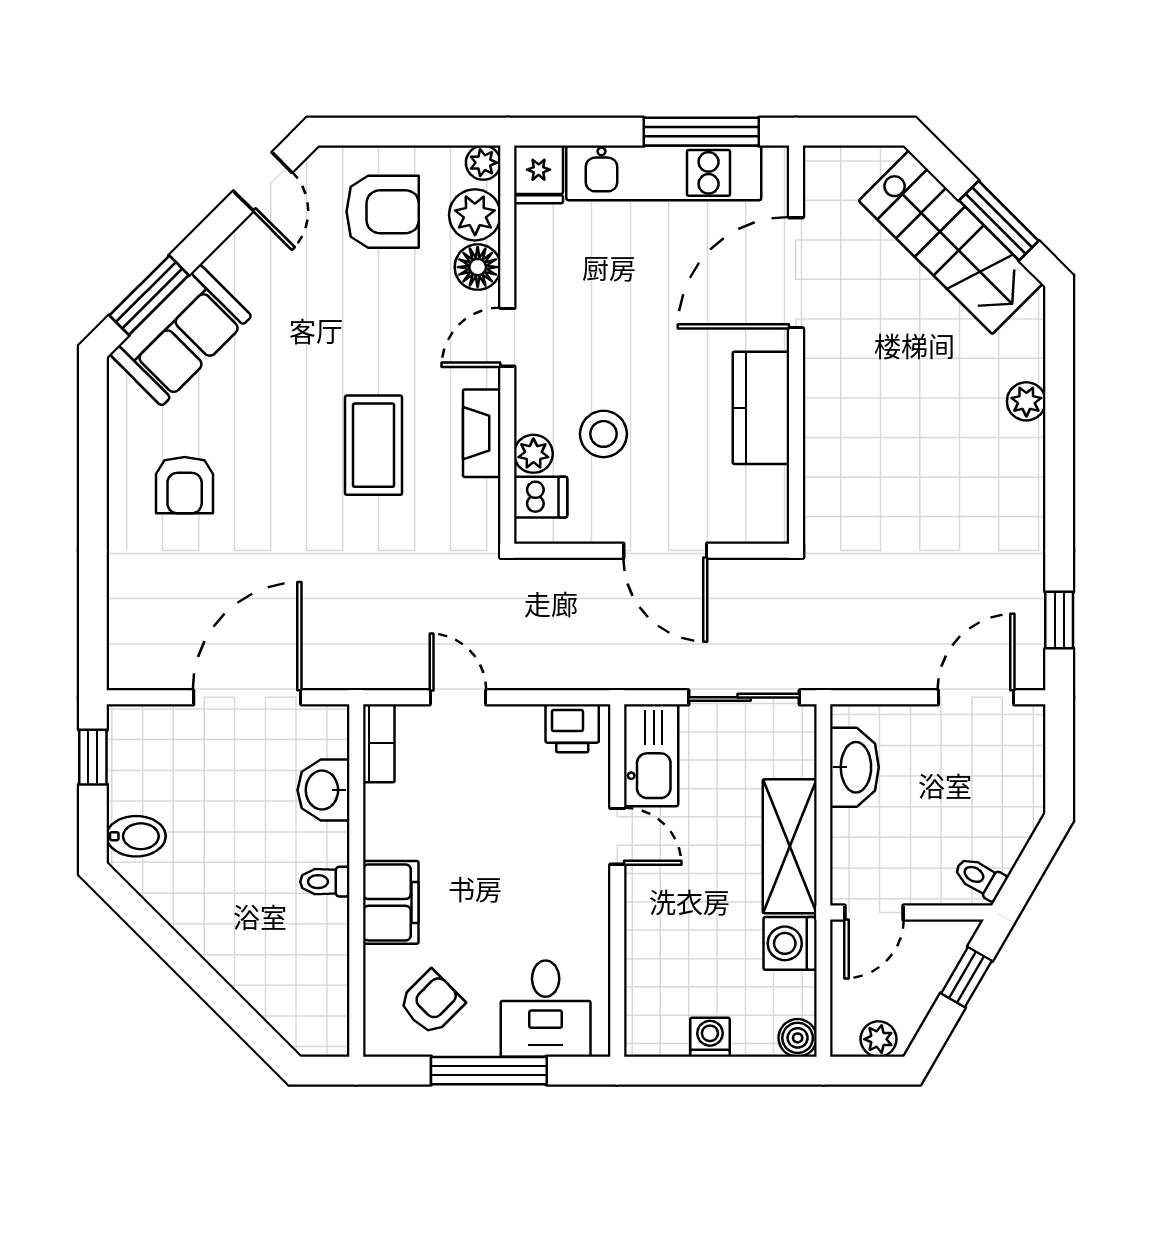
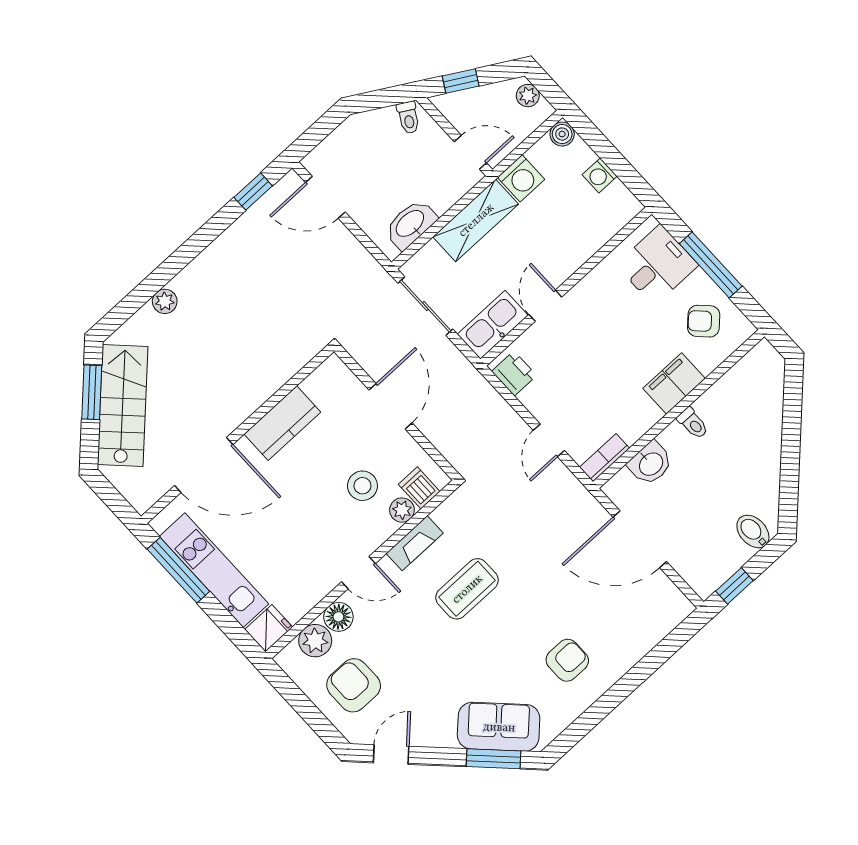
plant: (483, 163) -> (287, 659), removed

